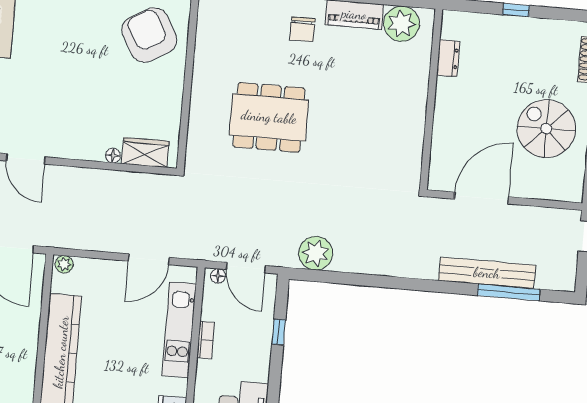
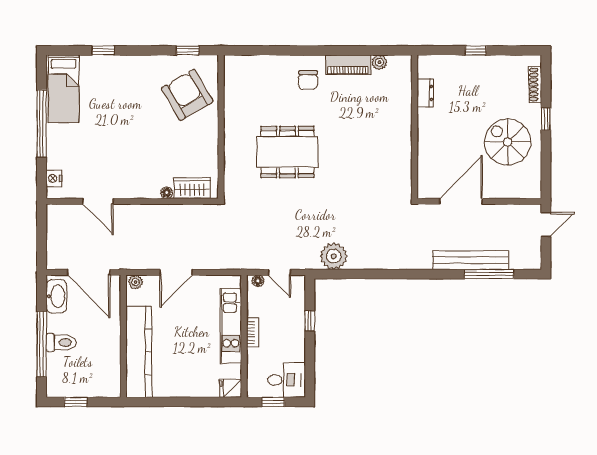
plant: (402, 24) -> (379, 62), width x0.53, depth x0.53
door: (149, 259) -> (176, 272), moved
door: (246, 268) -> (279, 272), width x0.73

